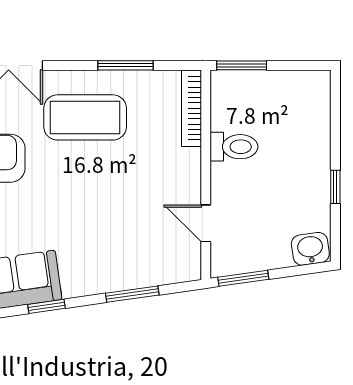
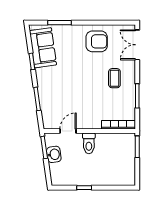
coffee table: (85, 117) -> (114, 78), width x0.54, depth x0.58
toilet: (234, 147) -> (89, 143), moved
washbasin: (310, 249) -> (54, 154), moved

